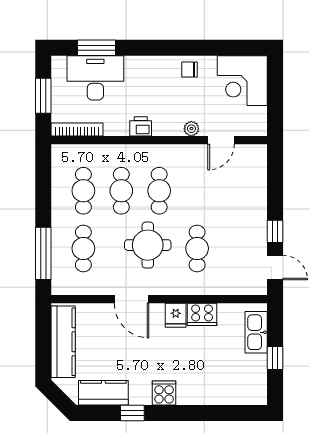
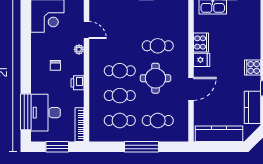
window: (96, 48) -> (26, 112), width x1.44
chair: (189, 70) -> (55, 65), moved
window: (43, 253) -> (141, 147), moved

